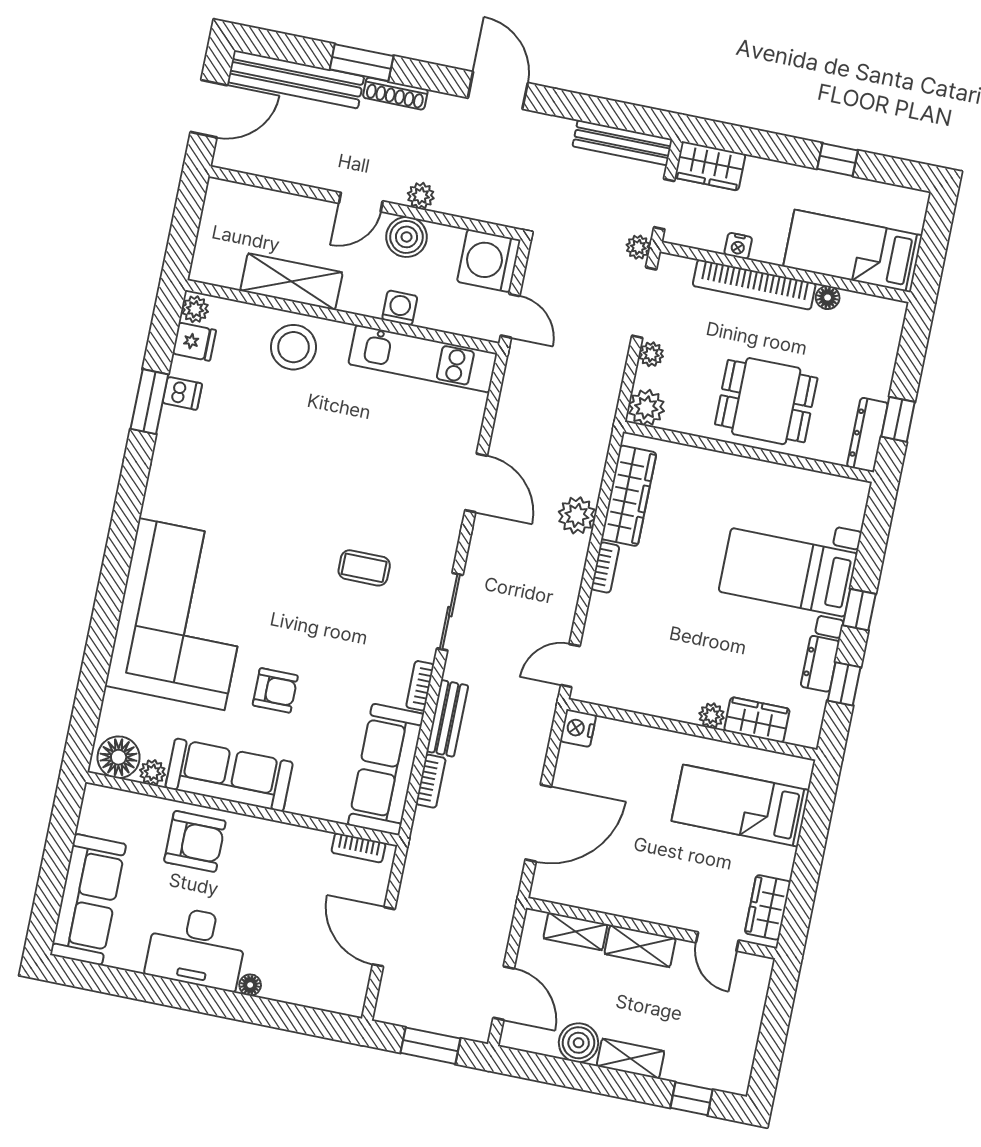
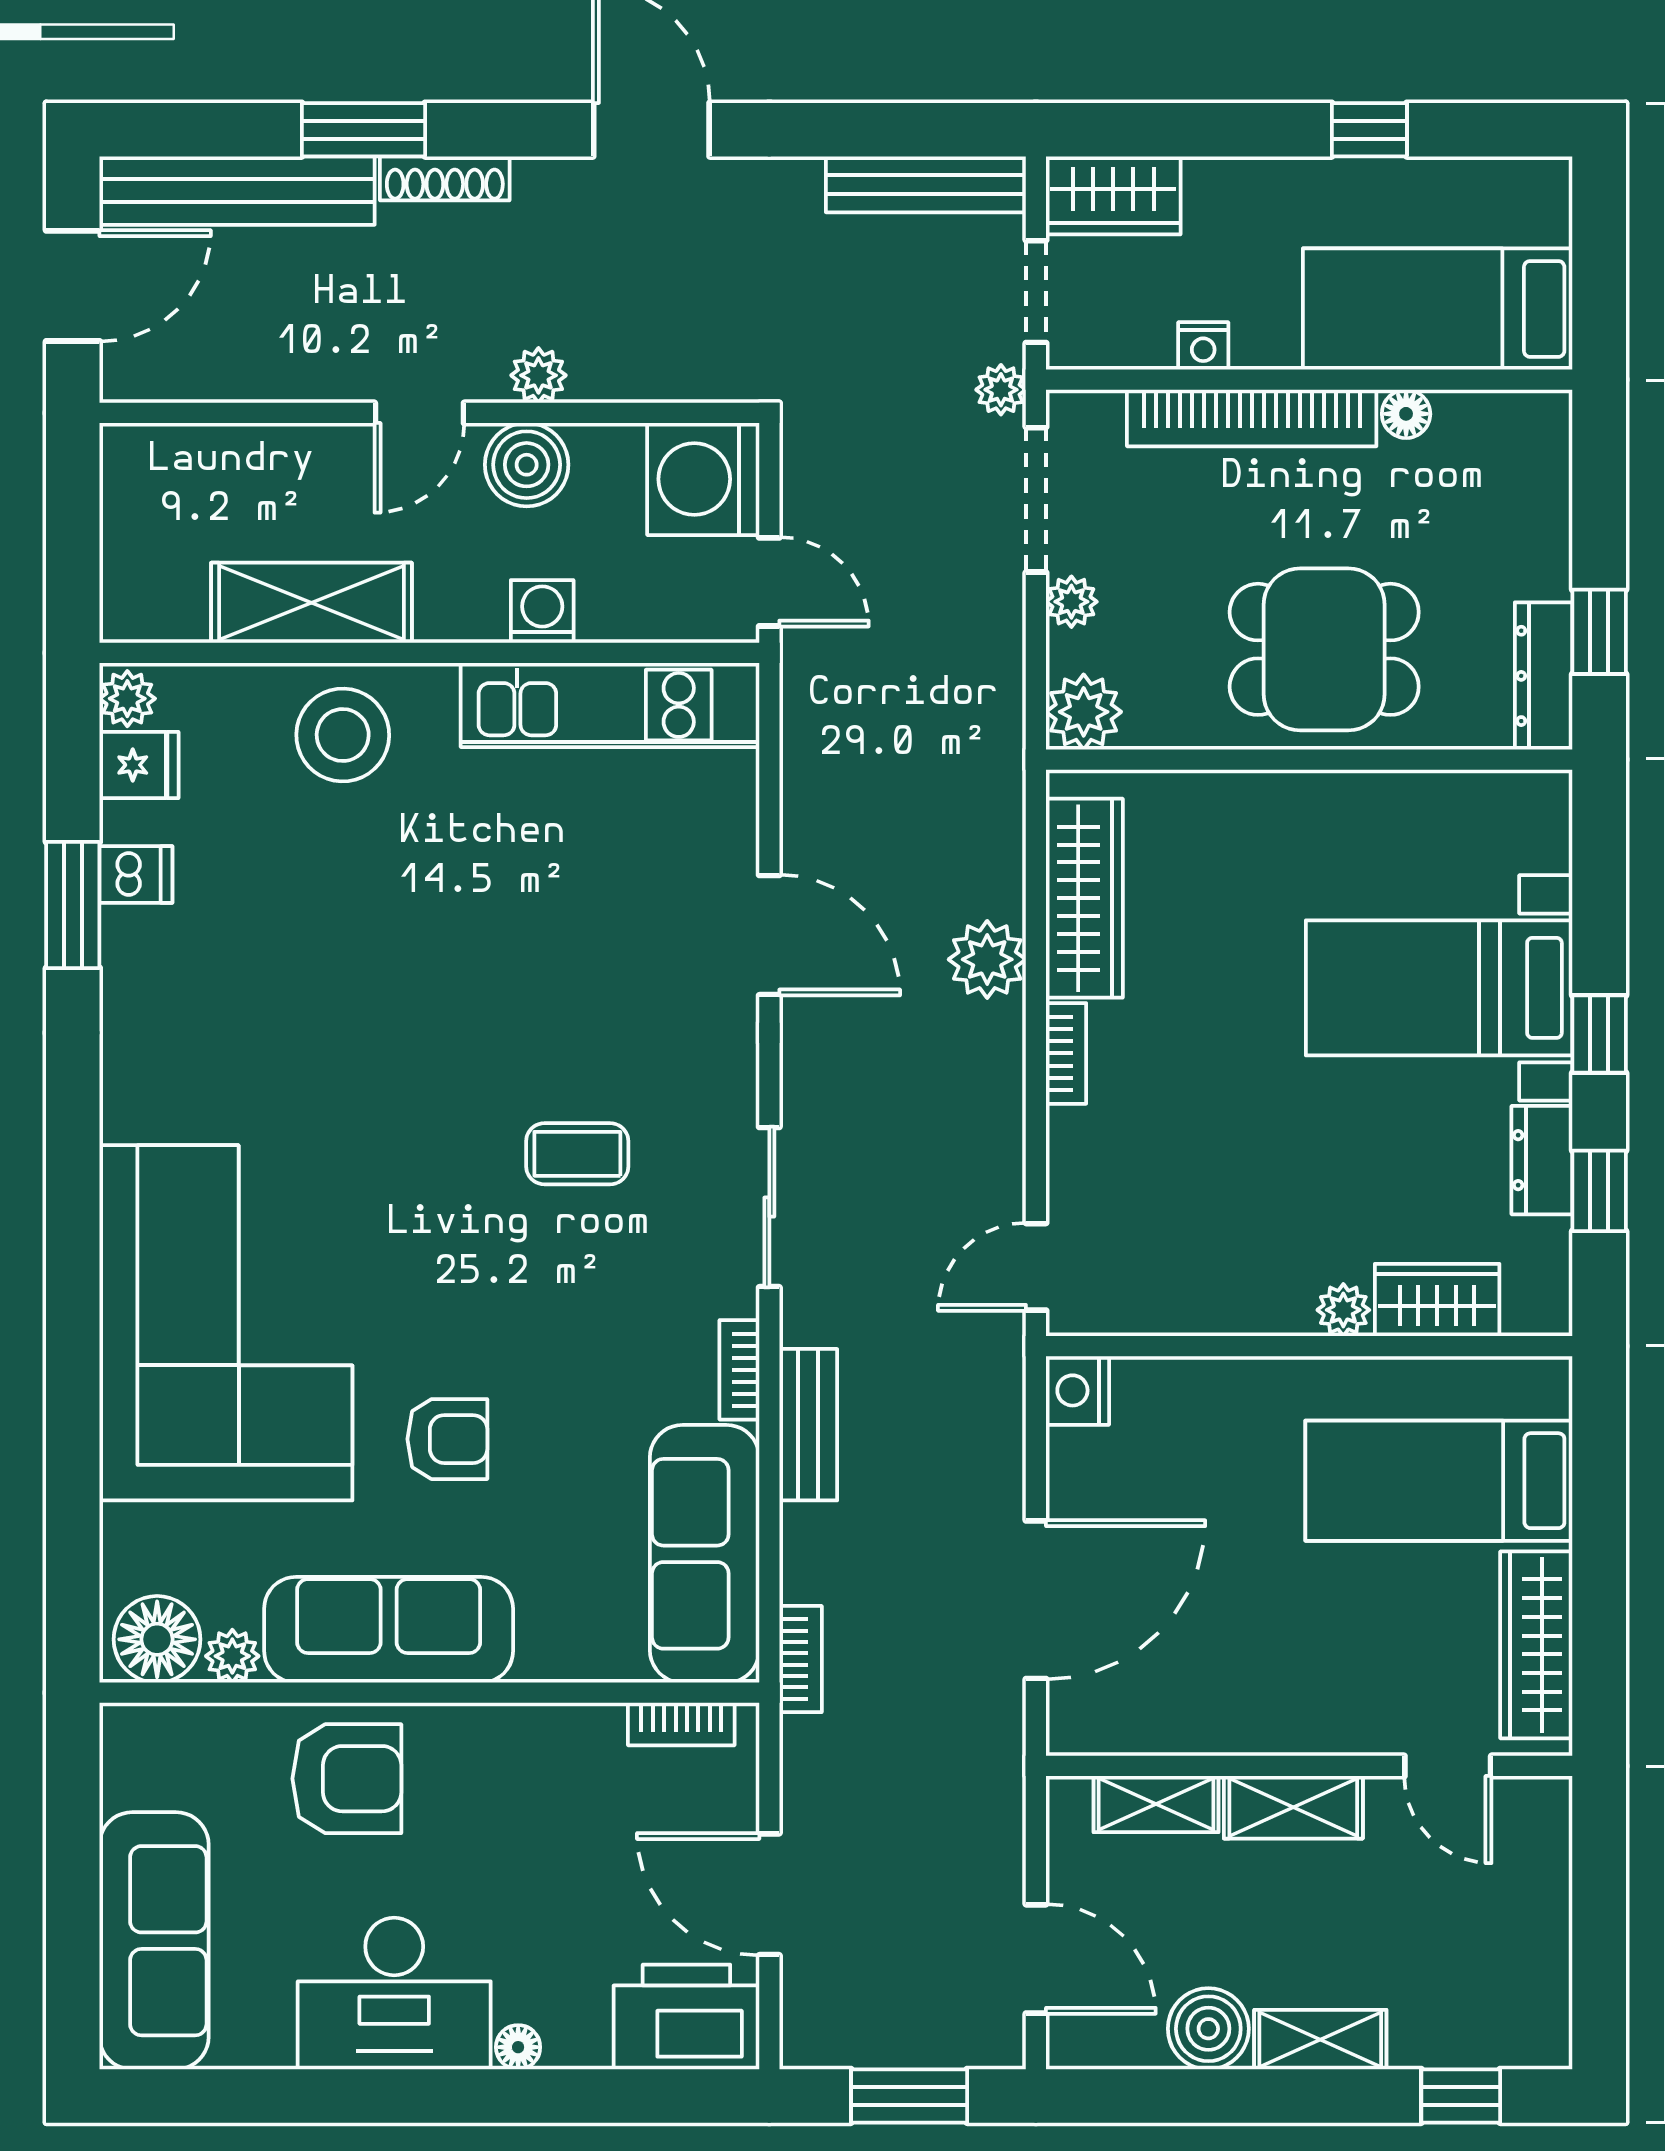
bookcase: (431, 781) -> (801, 1659), moved
wardrobe: (768, 907) -> (1536, 1645), width x1.50
printer: (333, 987) -> (686, 2017), added

